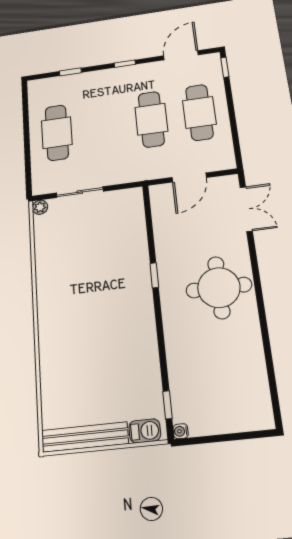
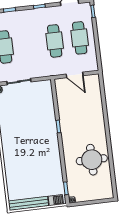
door: (189, 178) -> (75, 75), hinge flipped
double door: (246, 209) -> (103, 93), removed
round table: (219, 288) -> (92, 160), moved

